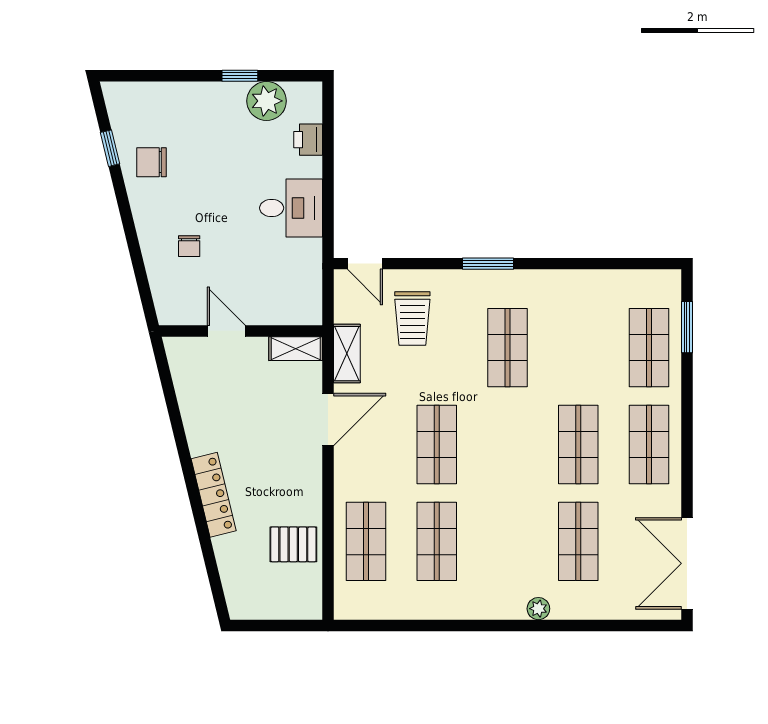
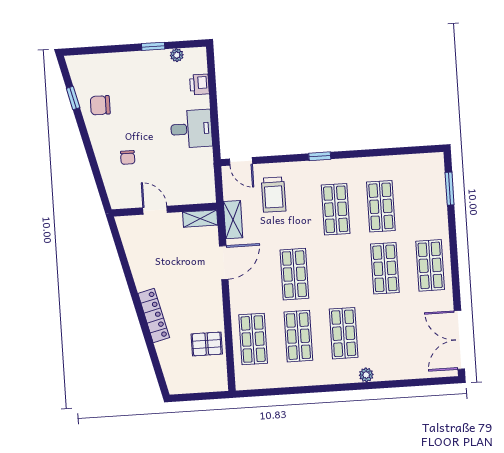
plant: (267, 101) -> (177, 55), width x0.53, depth x0.53
window: (488, 264) -> (320, 156), width x0.67
shop shelf: (649, 348) -> (381, 206), moved
shop shelf: (578, 541) -> (344, 333), moved

